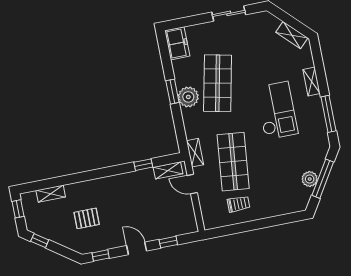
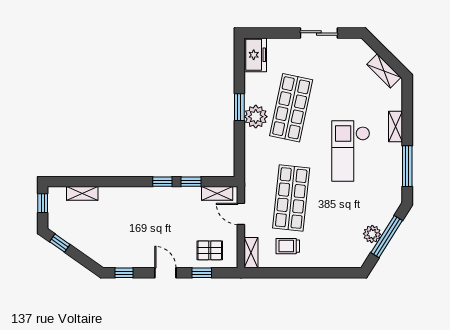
checkout: (277, 111) -> (351, 151), turned 180
shelving: (195, 153) -> (251, 253), moved
window: (118, 170) -> (162, 182), added
trolley: (239, 204) -> (288, 246), turned 180
pallet: (87, 218) -> (210, 250), moved

